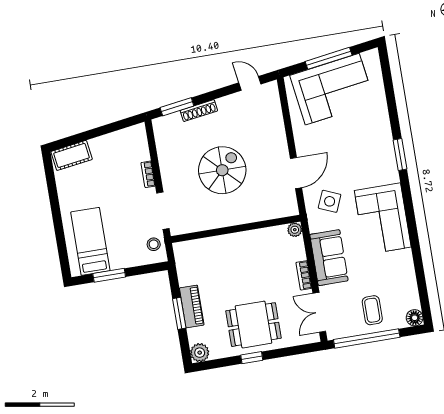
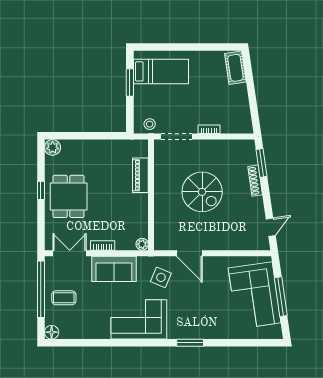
piano: (192, 307) -> (140, 175), moved, turned 90
window: (179, 313) -> (88, 136), removed

